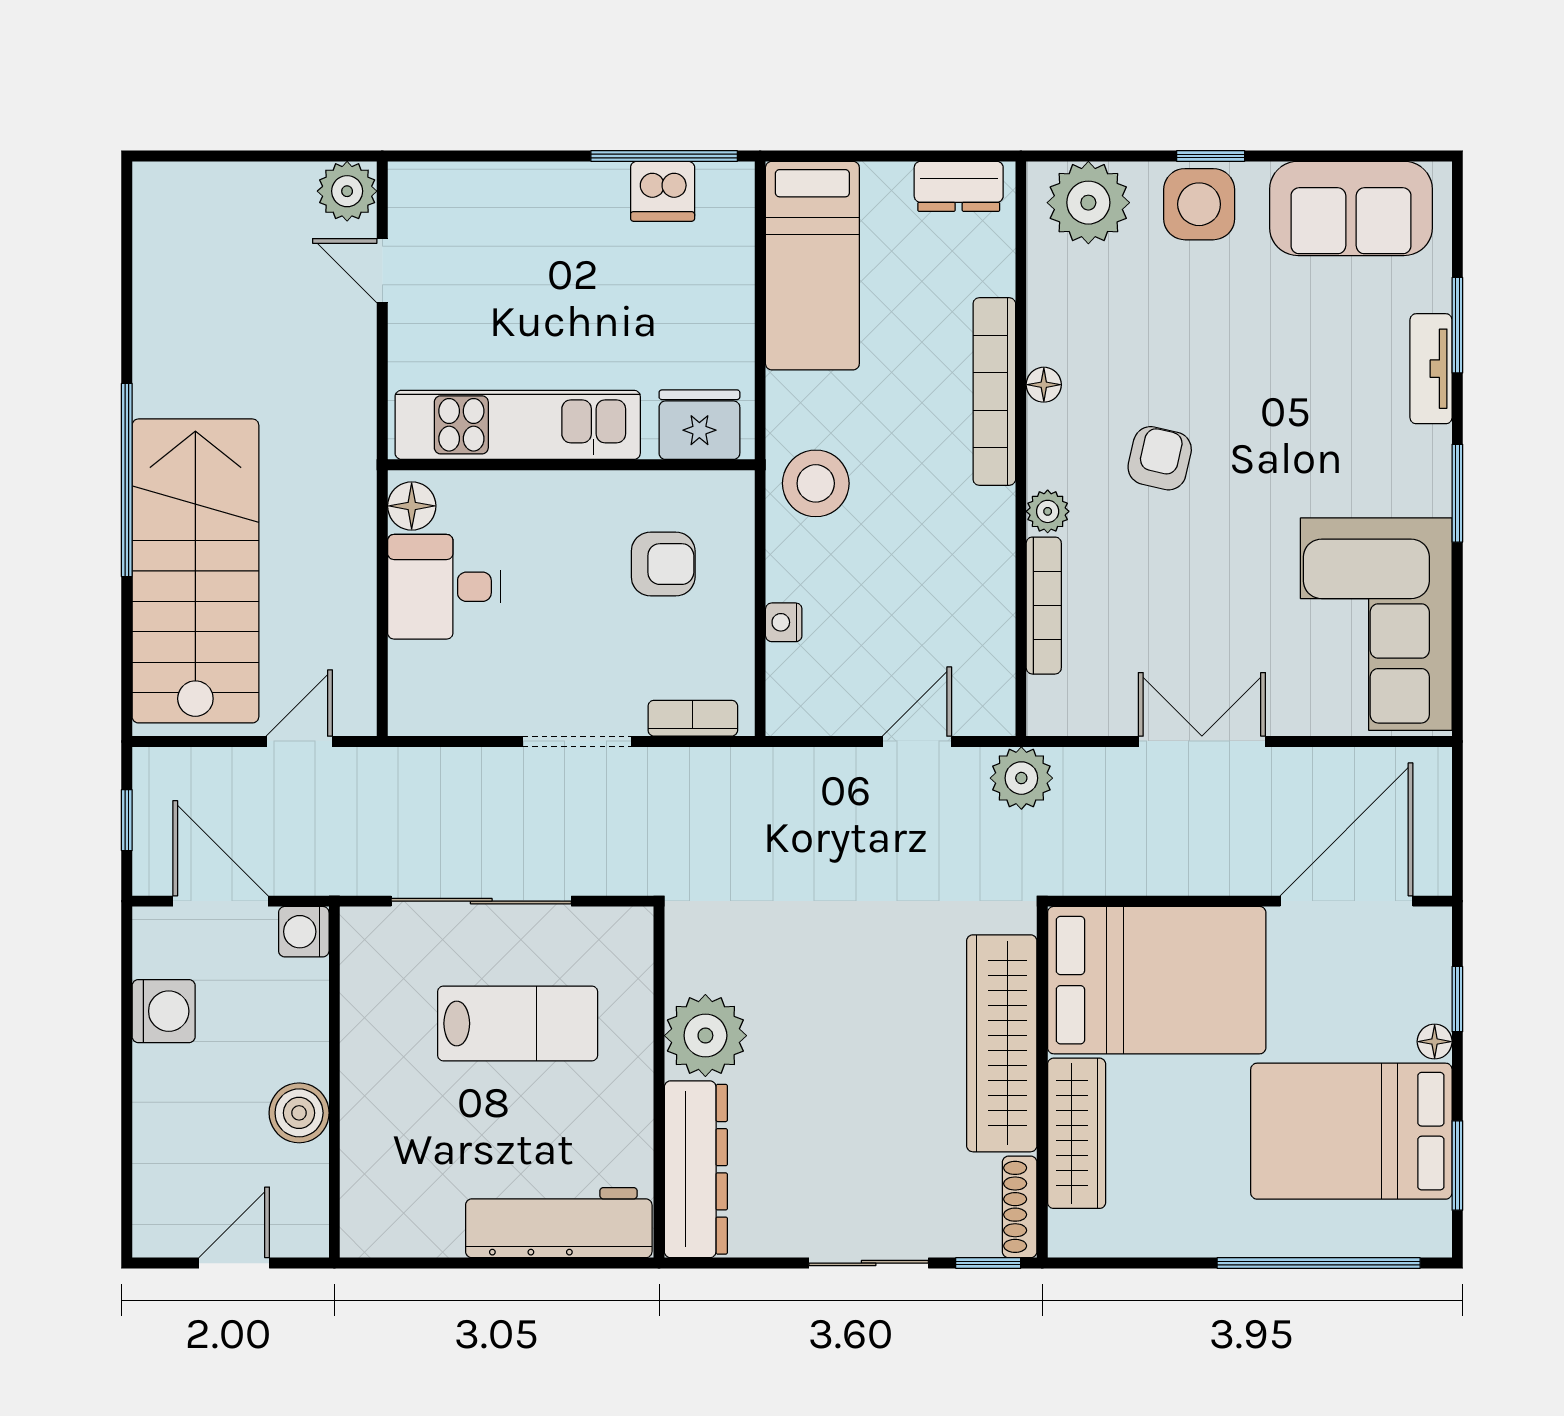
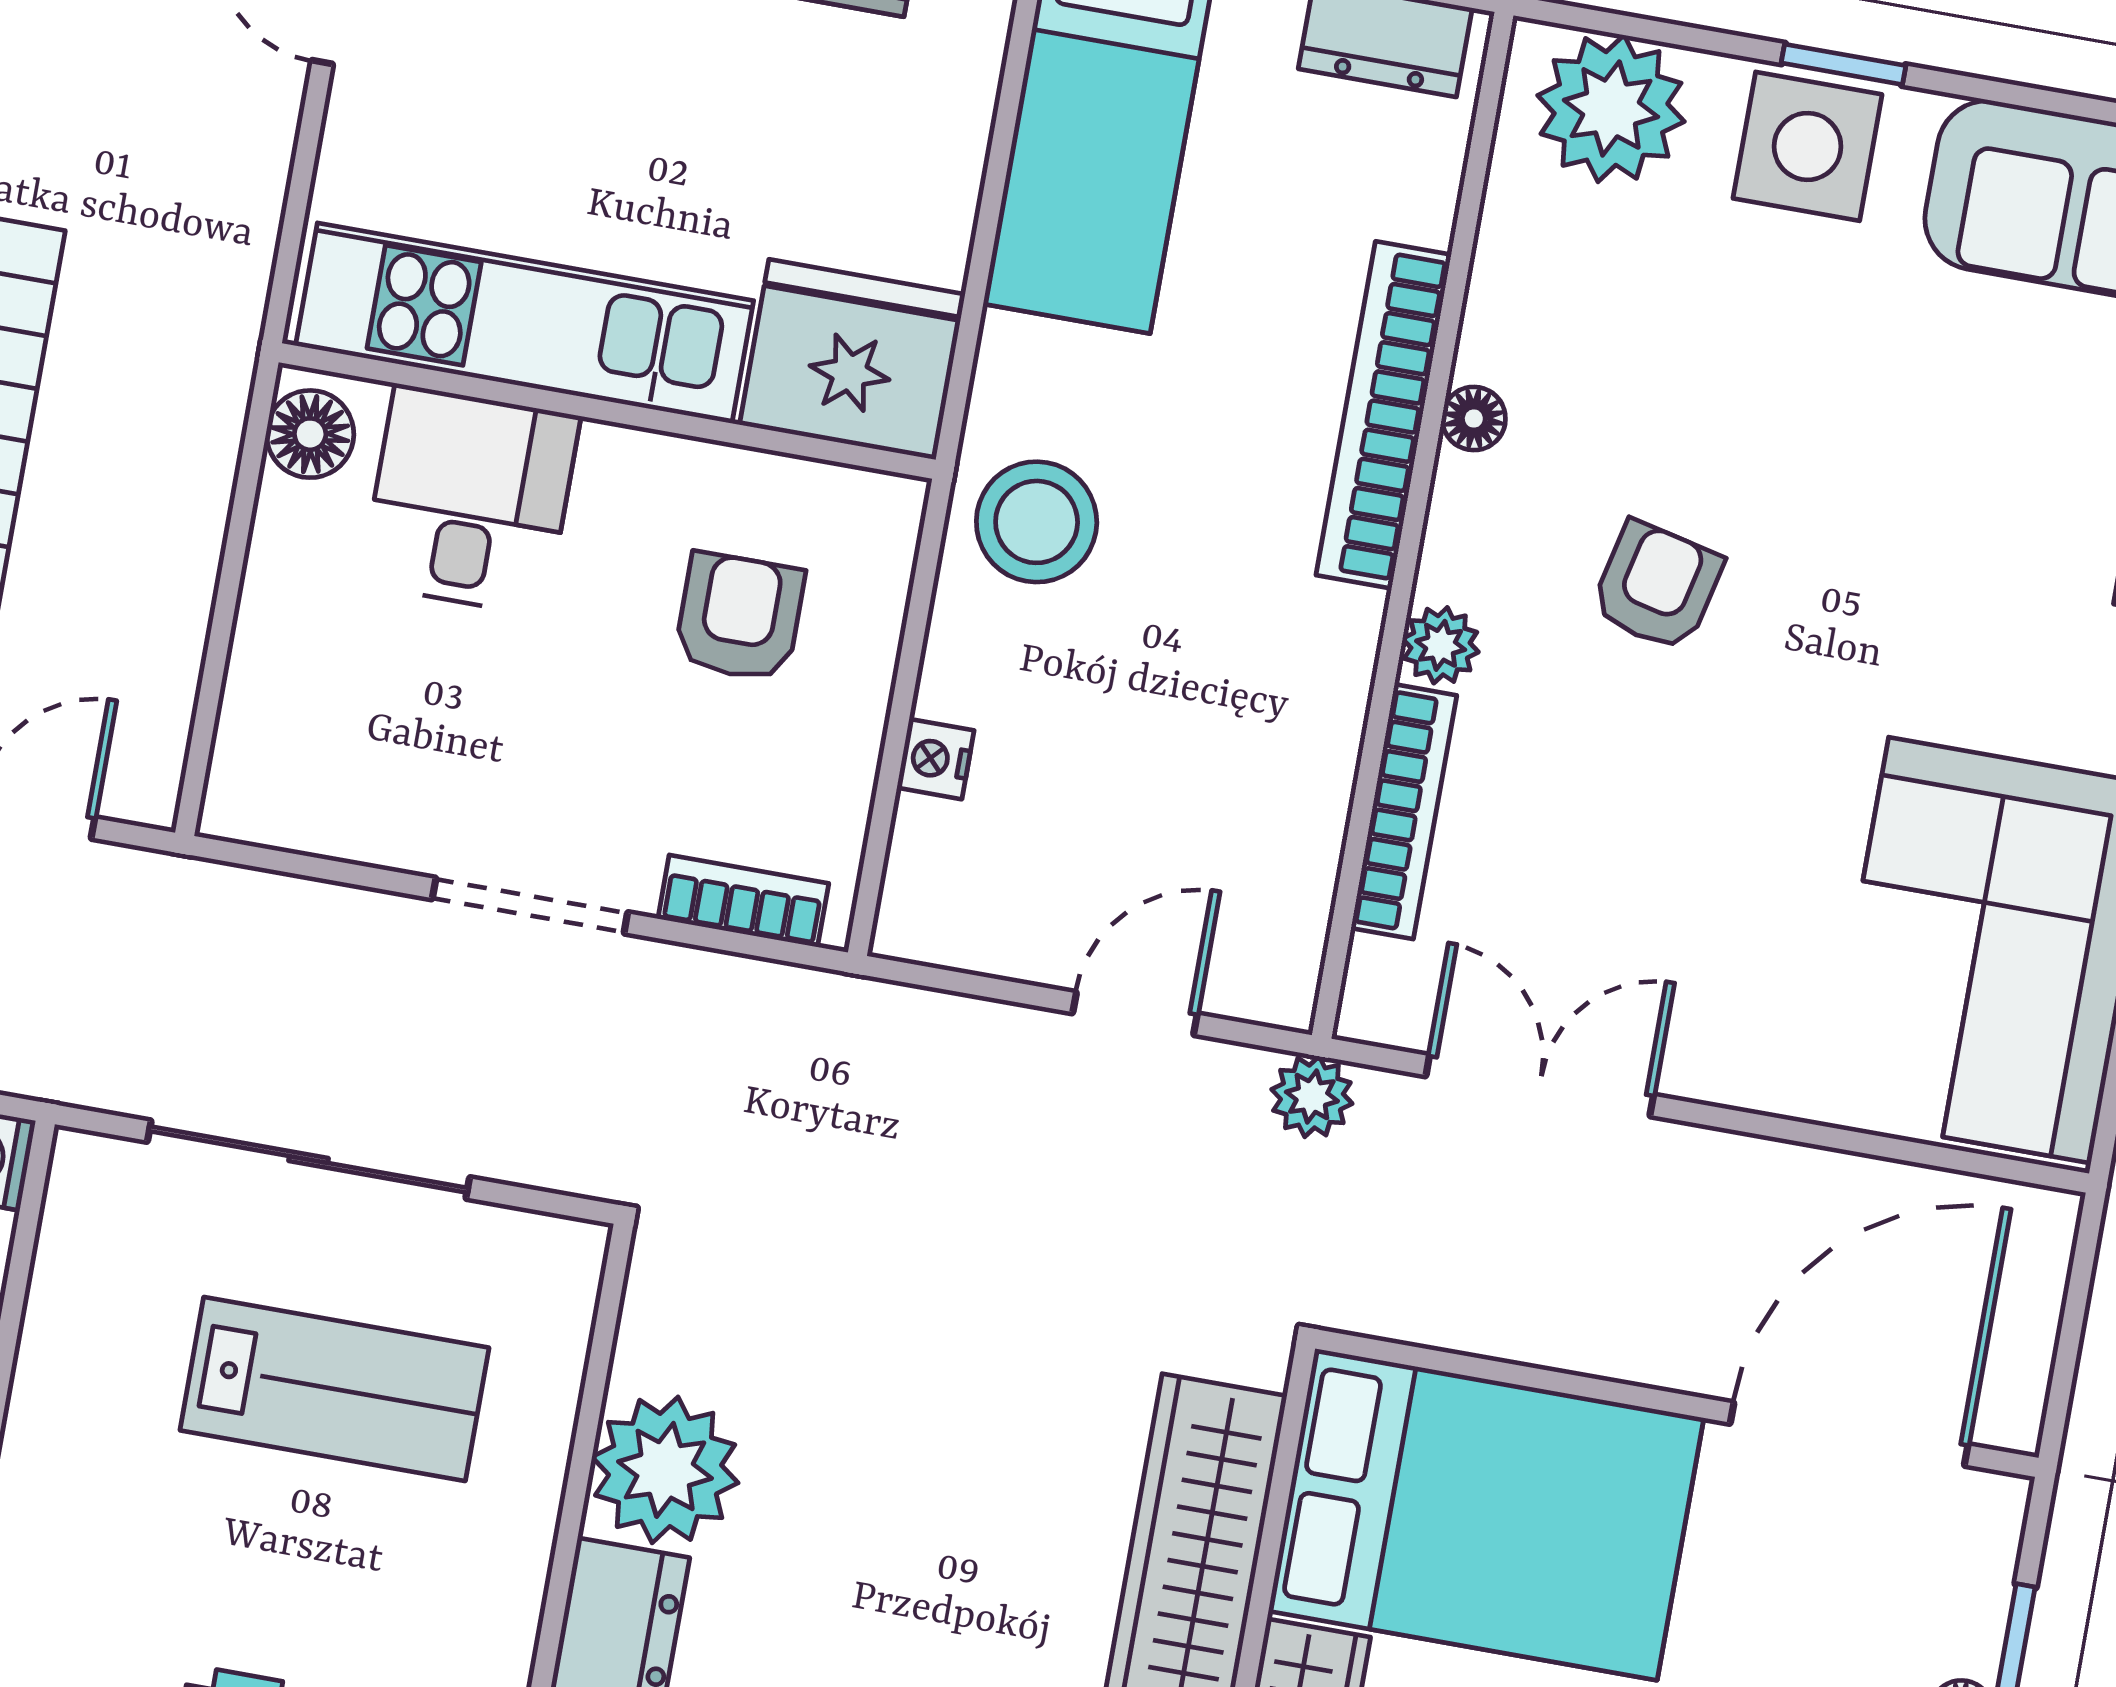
fridge: (699, 425) -> (852, 359), width x1.36, depth x1.34
armchair: (663, 564) -> (739, 617), turned -90
desk: (444, 587) -> (470, 500), moved, turned 90
double door: (1202, 741) -> (1540, 1086), moved
plant: (1021, 778) -> (1312, 1097), width x0.73, depth x0.73

